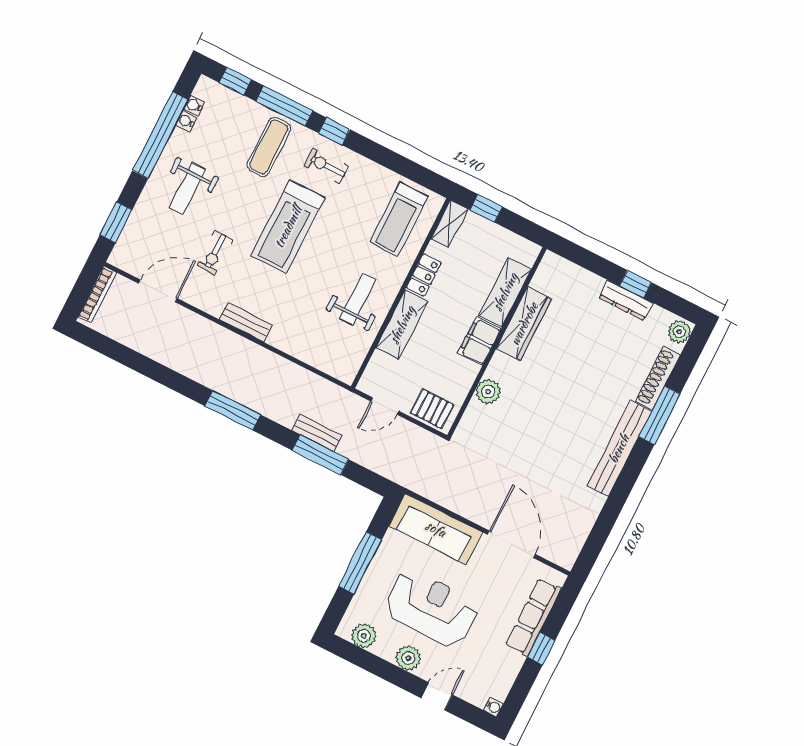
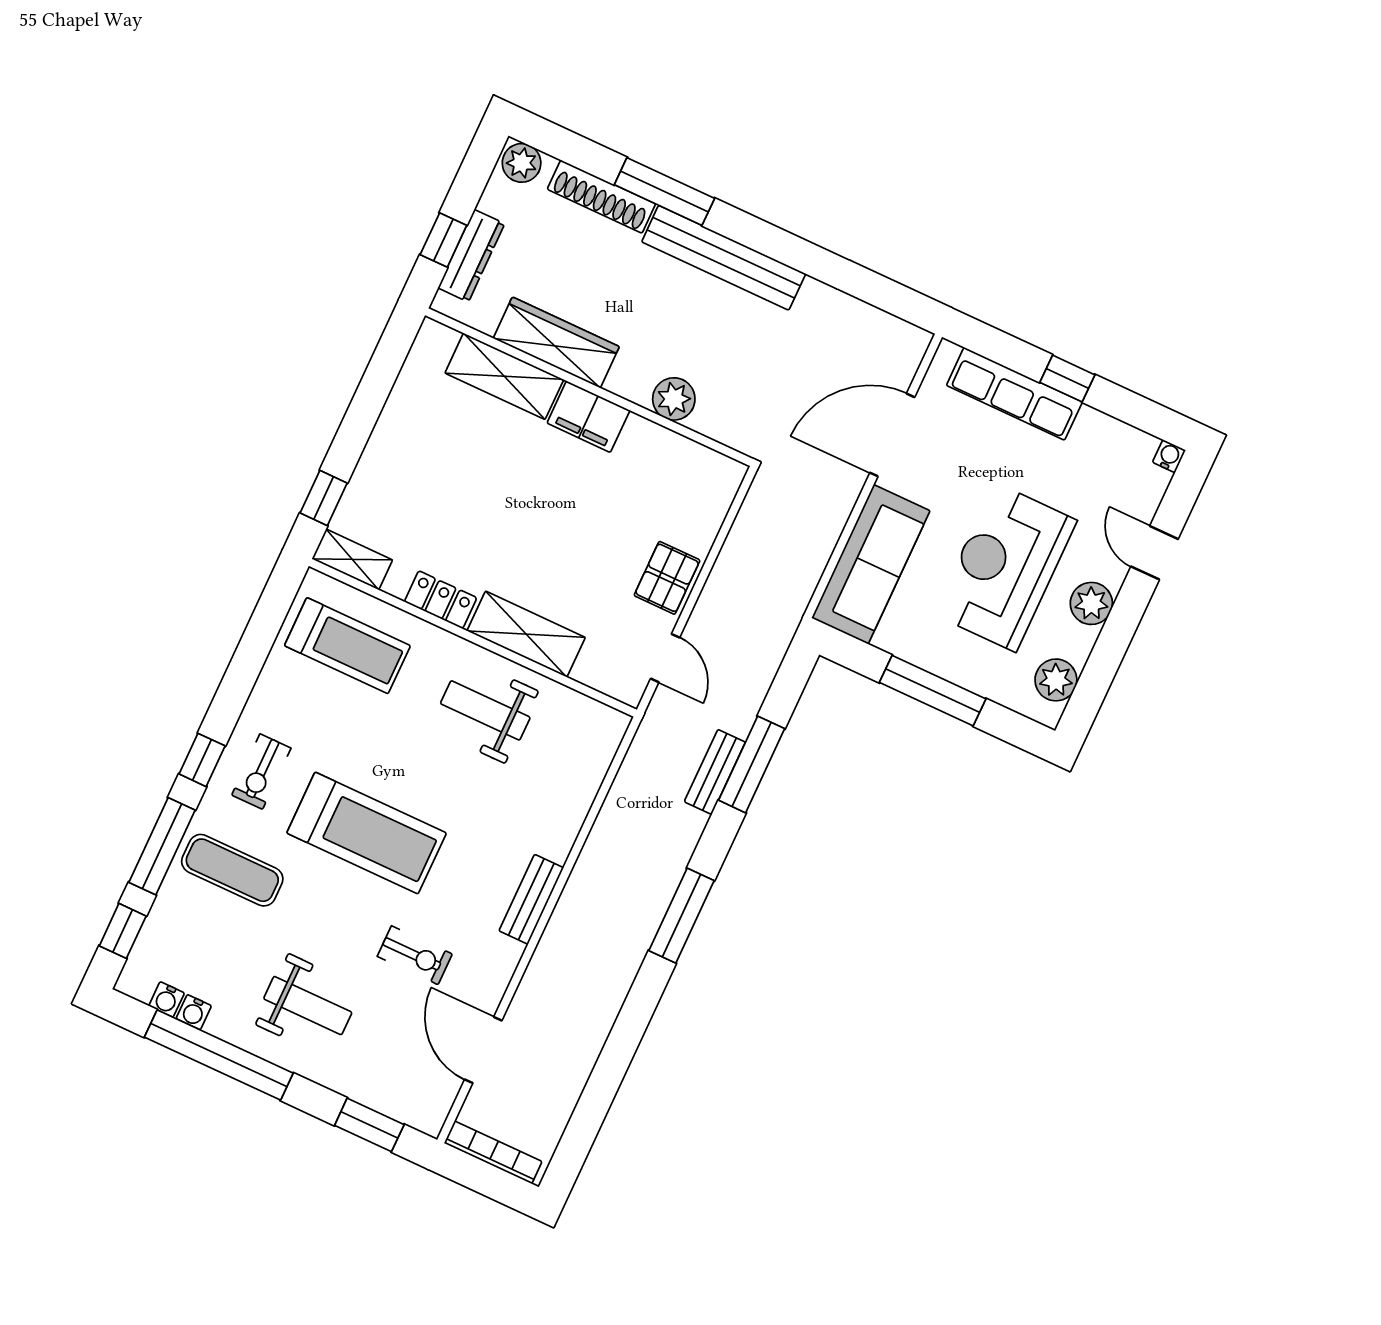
shelving: (505, 292) -> (504, 376), moved
wardrobe: (524, 324) -> (556, 343), moved
filing cabinet: (479, 341) -> (588, 417), moved
wall: (497, 342) -> (589, 387), moved
plant: (488, 392) -> (674, 399), moved

